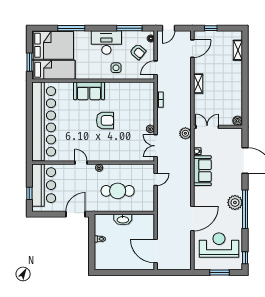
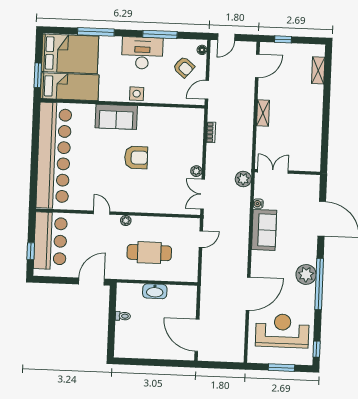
window: (129, 28) -> (160, 34), moved
side table: (116, 68) -> (137, 94), moved
boiler: (238, 121) -> (314, 165), removed

